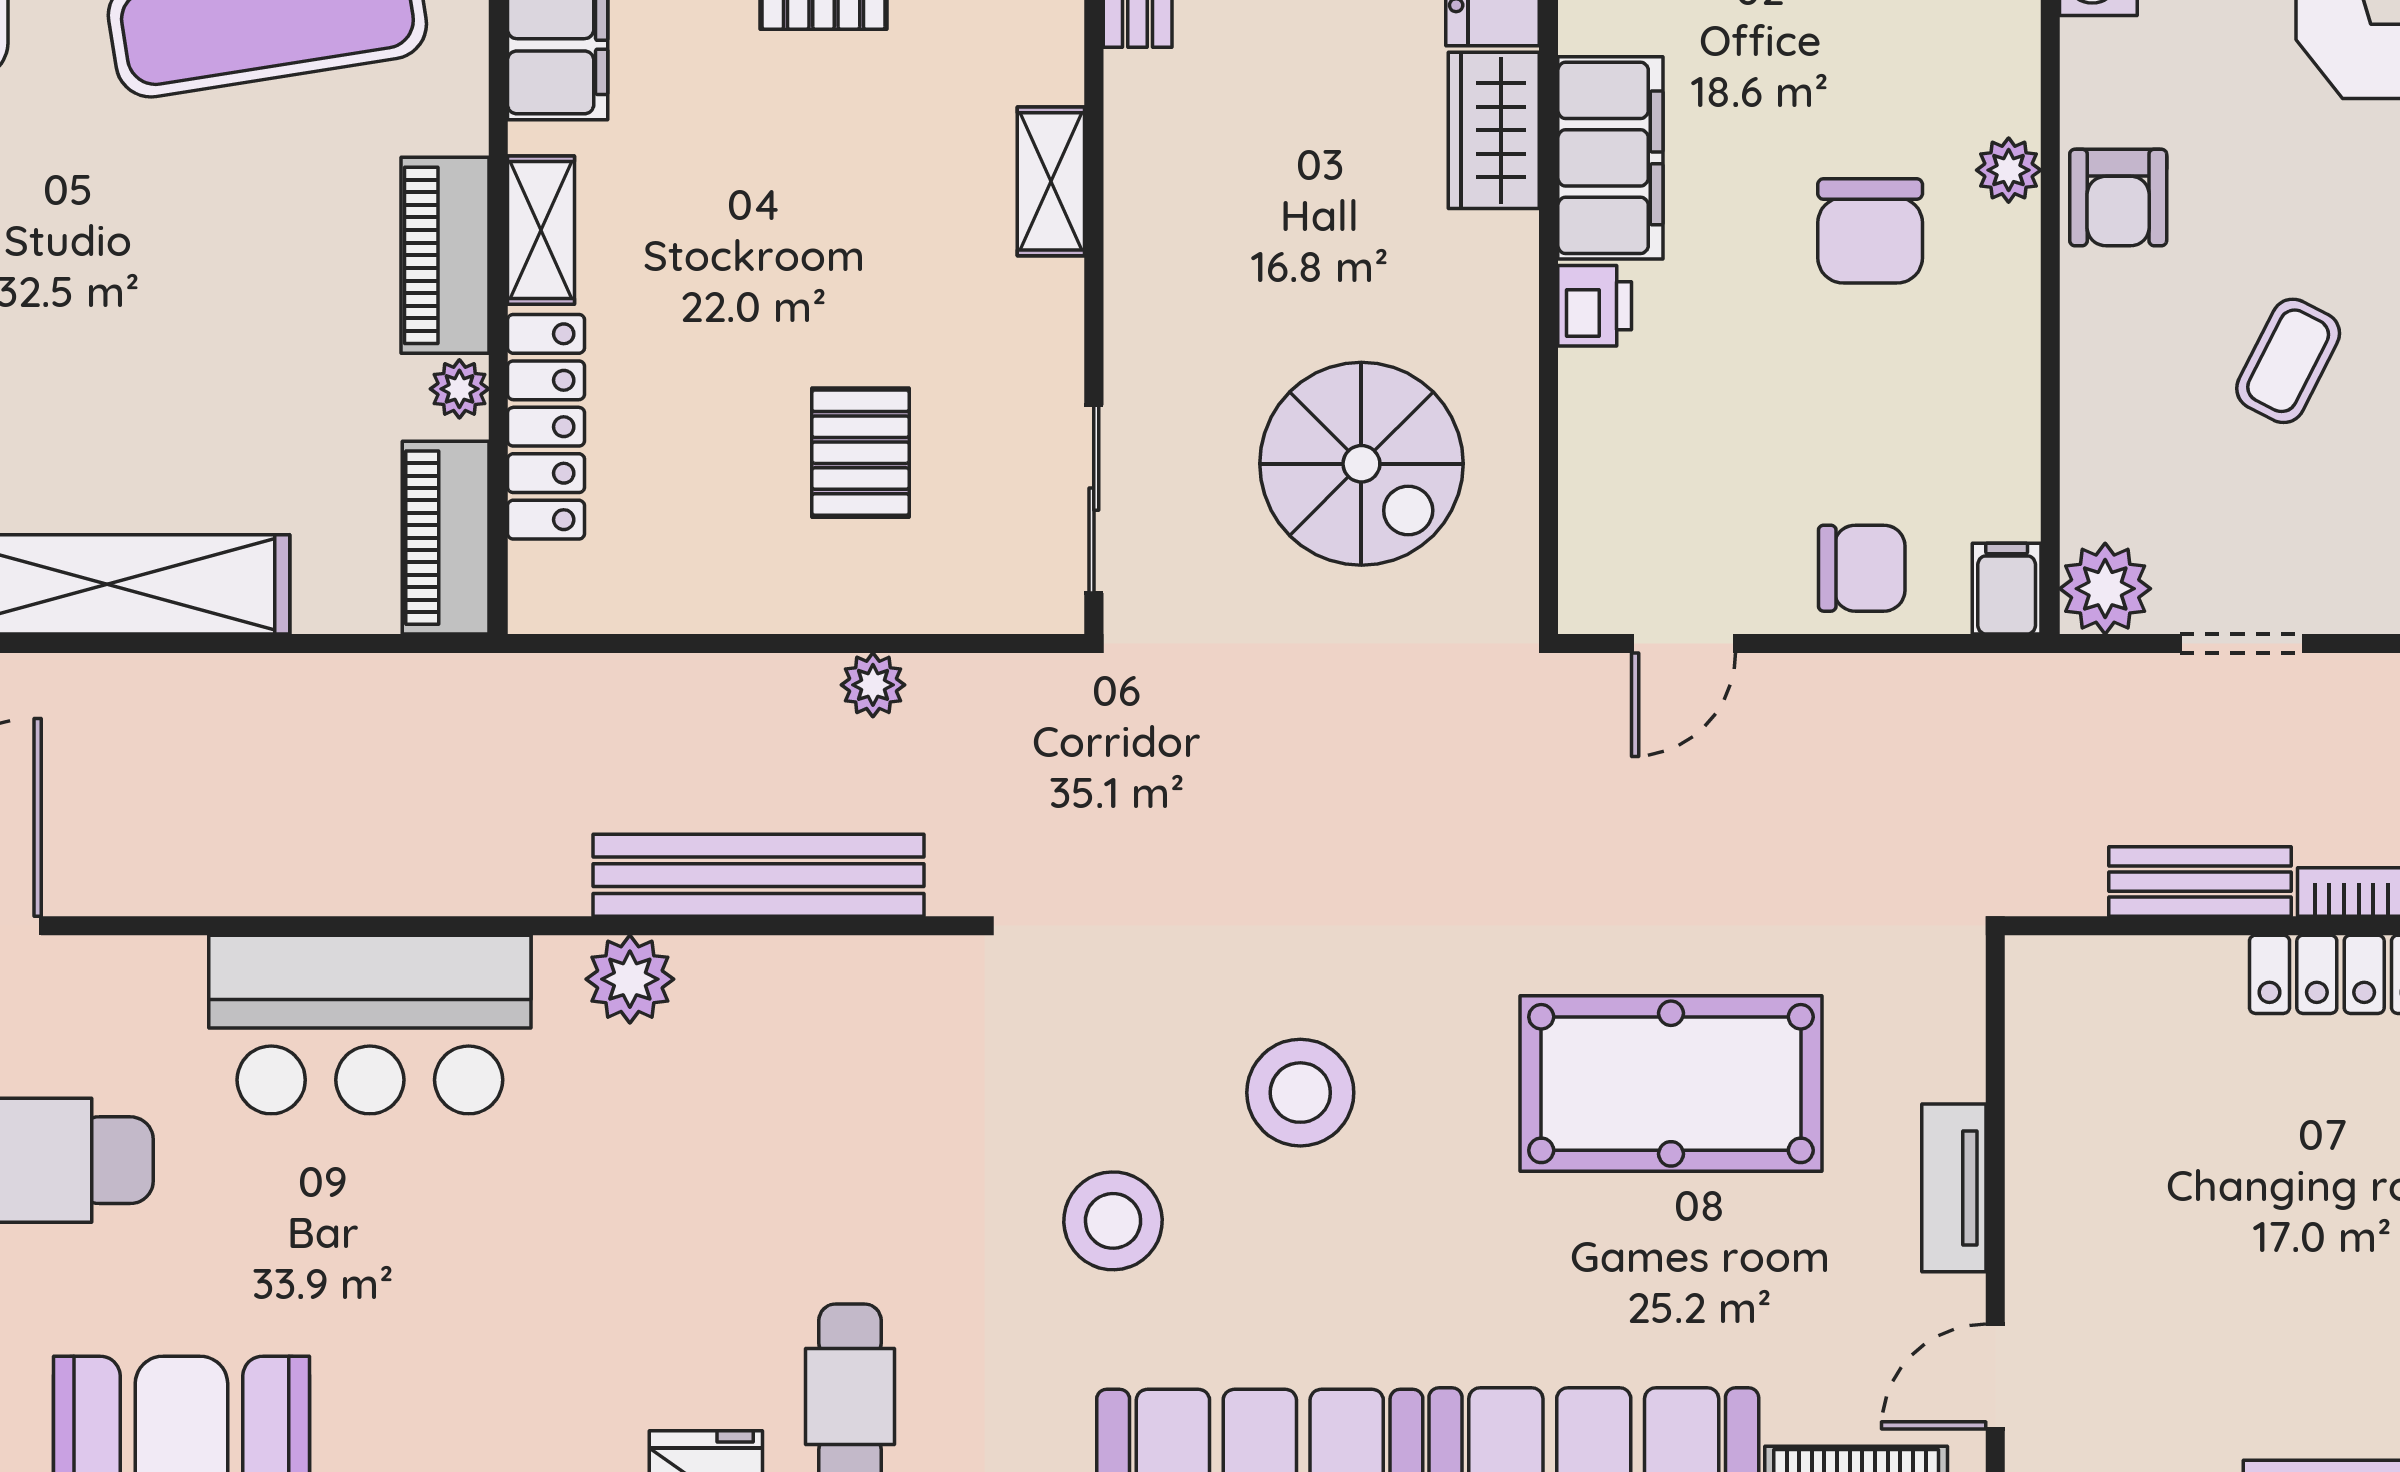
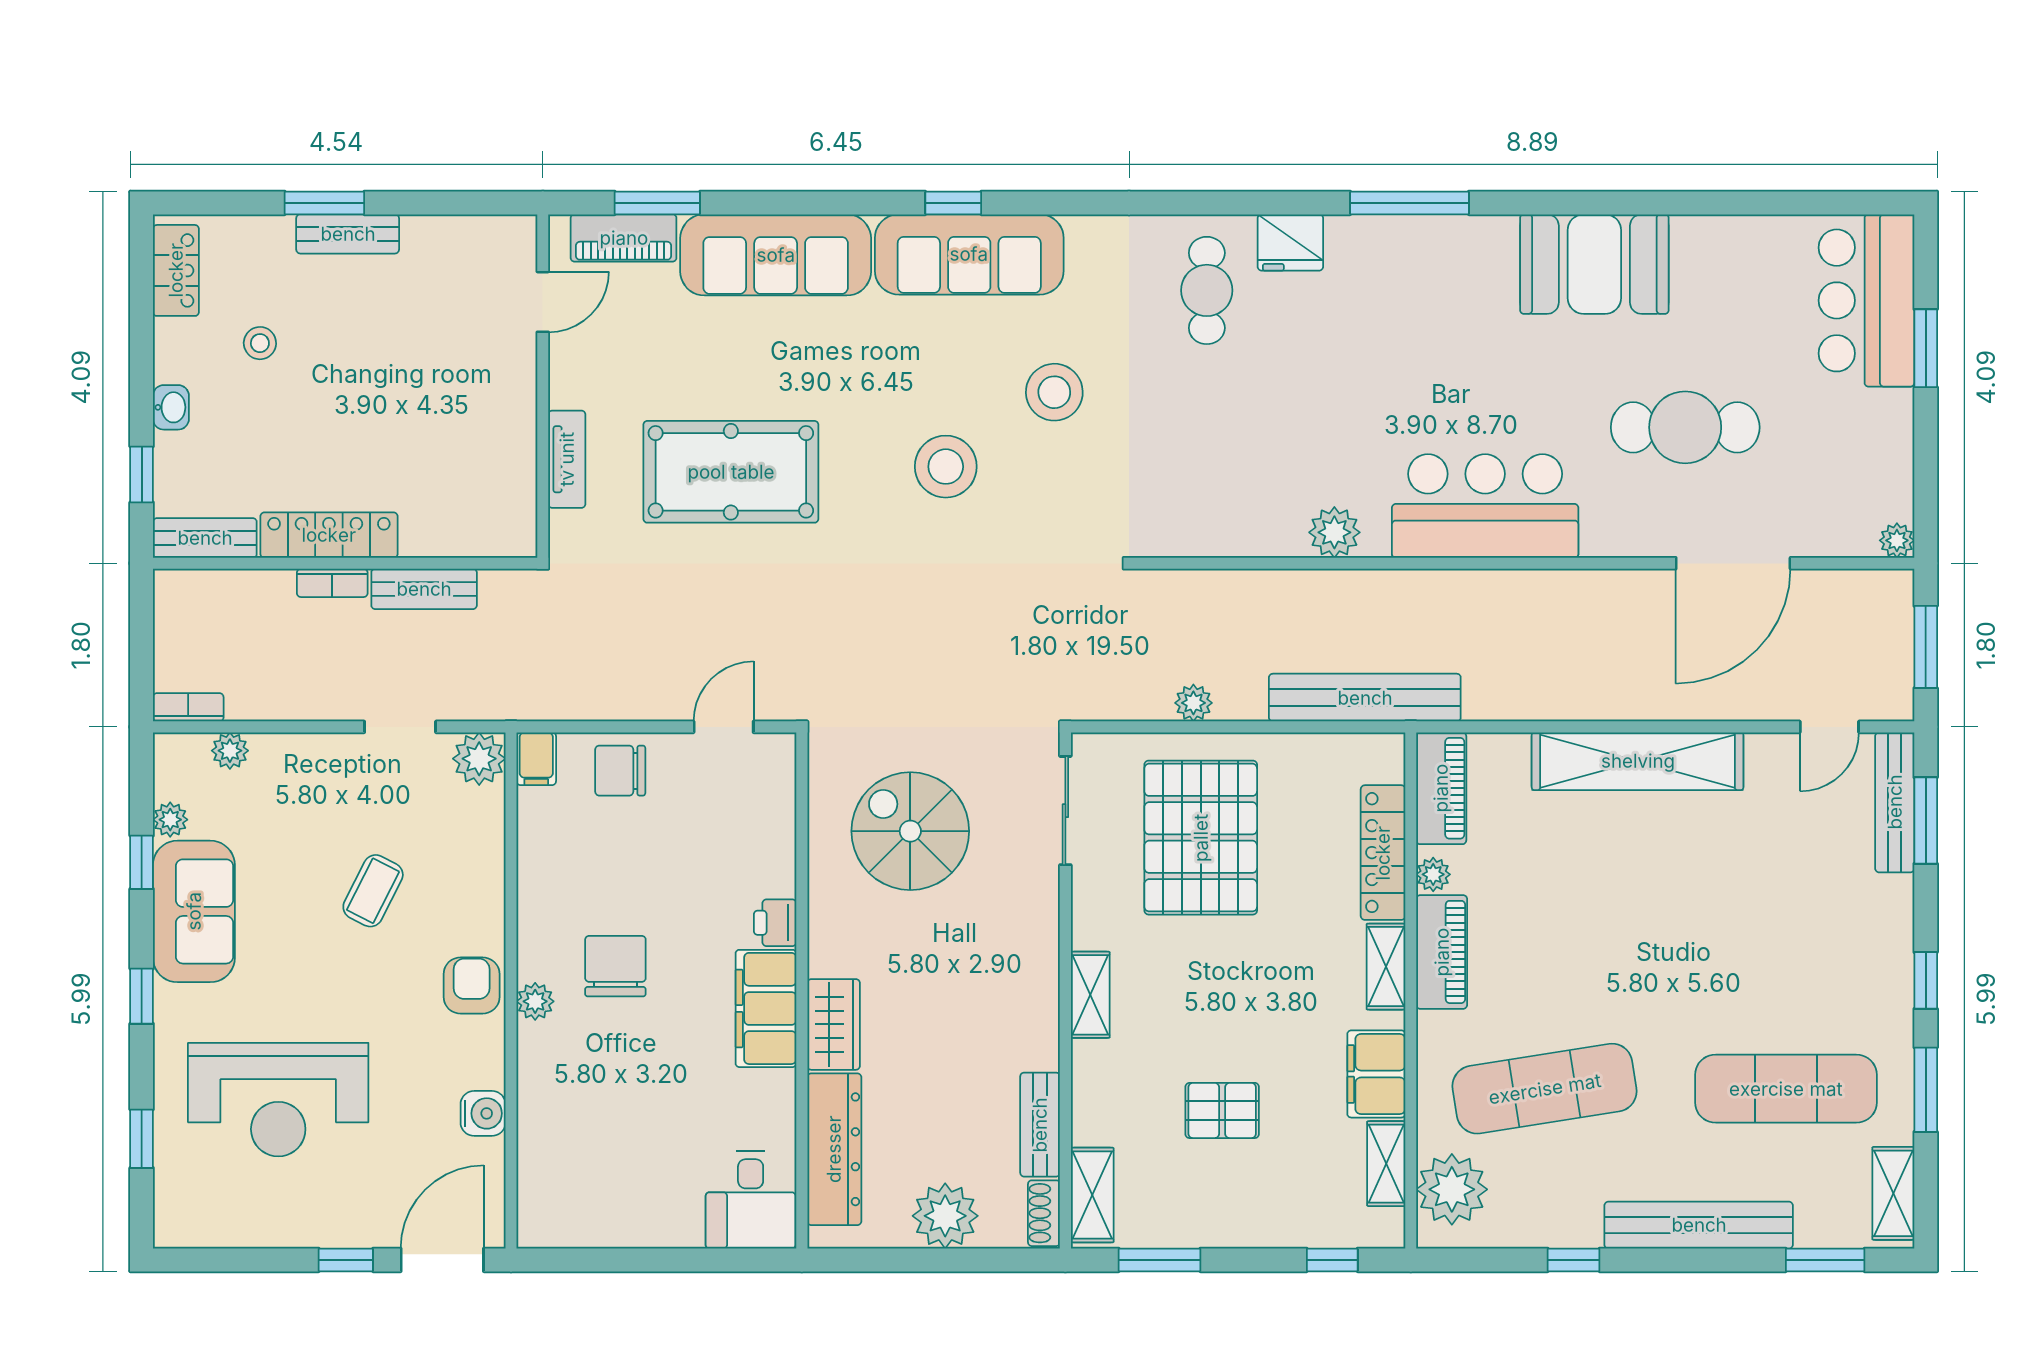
pallet: (860, 453) -> (1201, 838), width x2.05, depth x2.00
bench: (758, 875) -> (1365, 698), moved
tv unit: (1954, 1188) -> (567, 459), moved

